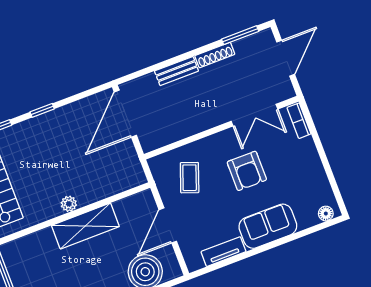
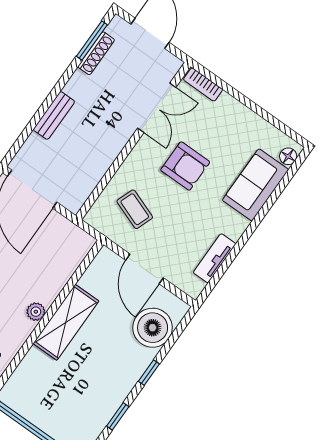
shoe rack: (215, 55) -> (96, 53), moved
sofa: (268, 226) -> (255, 185), moved

